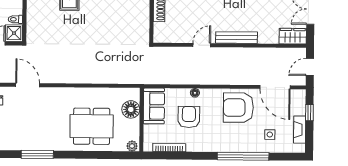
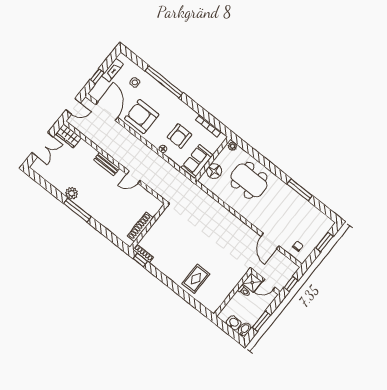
bench: (236, 38) -> (107, 164), width x0.73
armchair: (238, 108) -> (142, 117), turned 180

